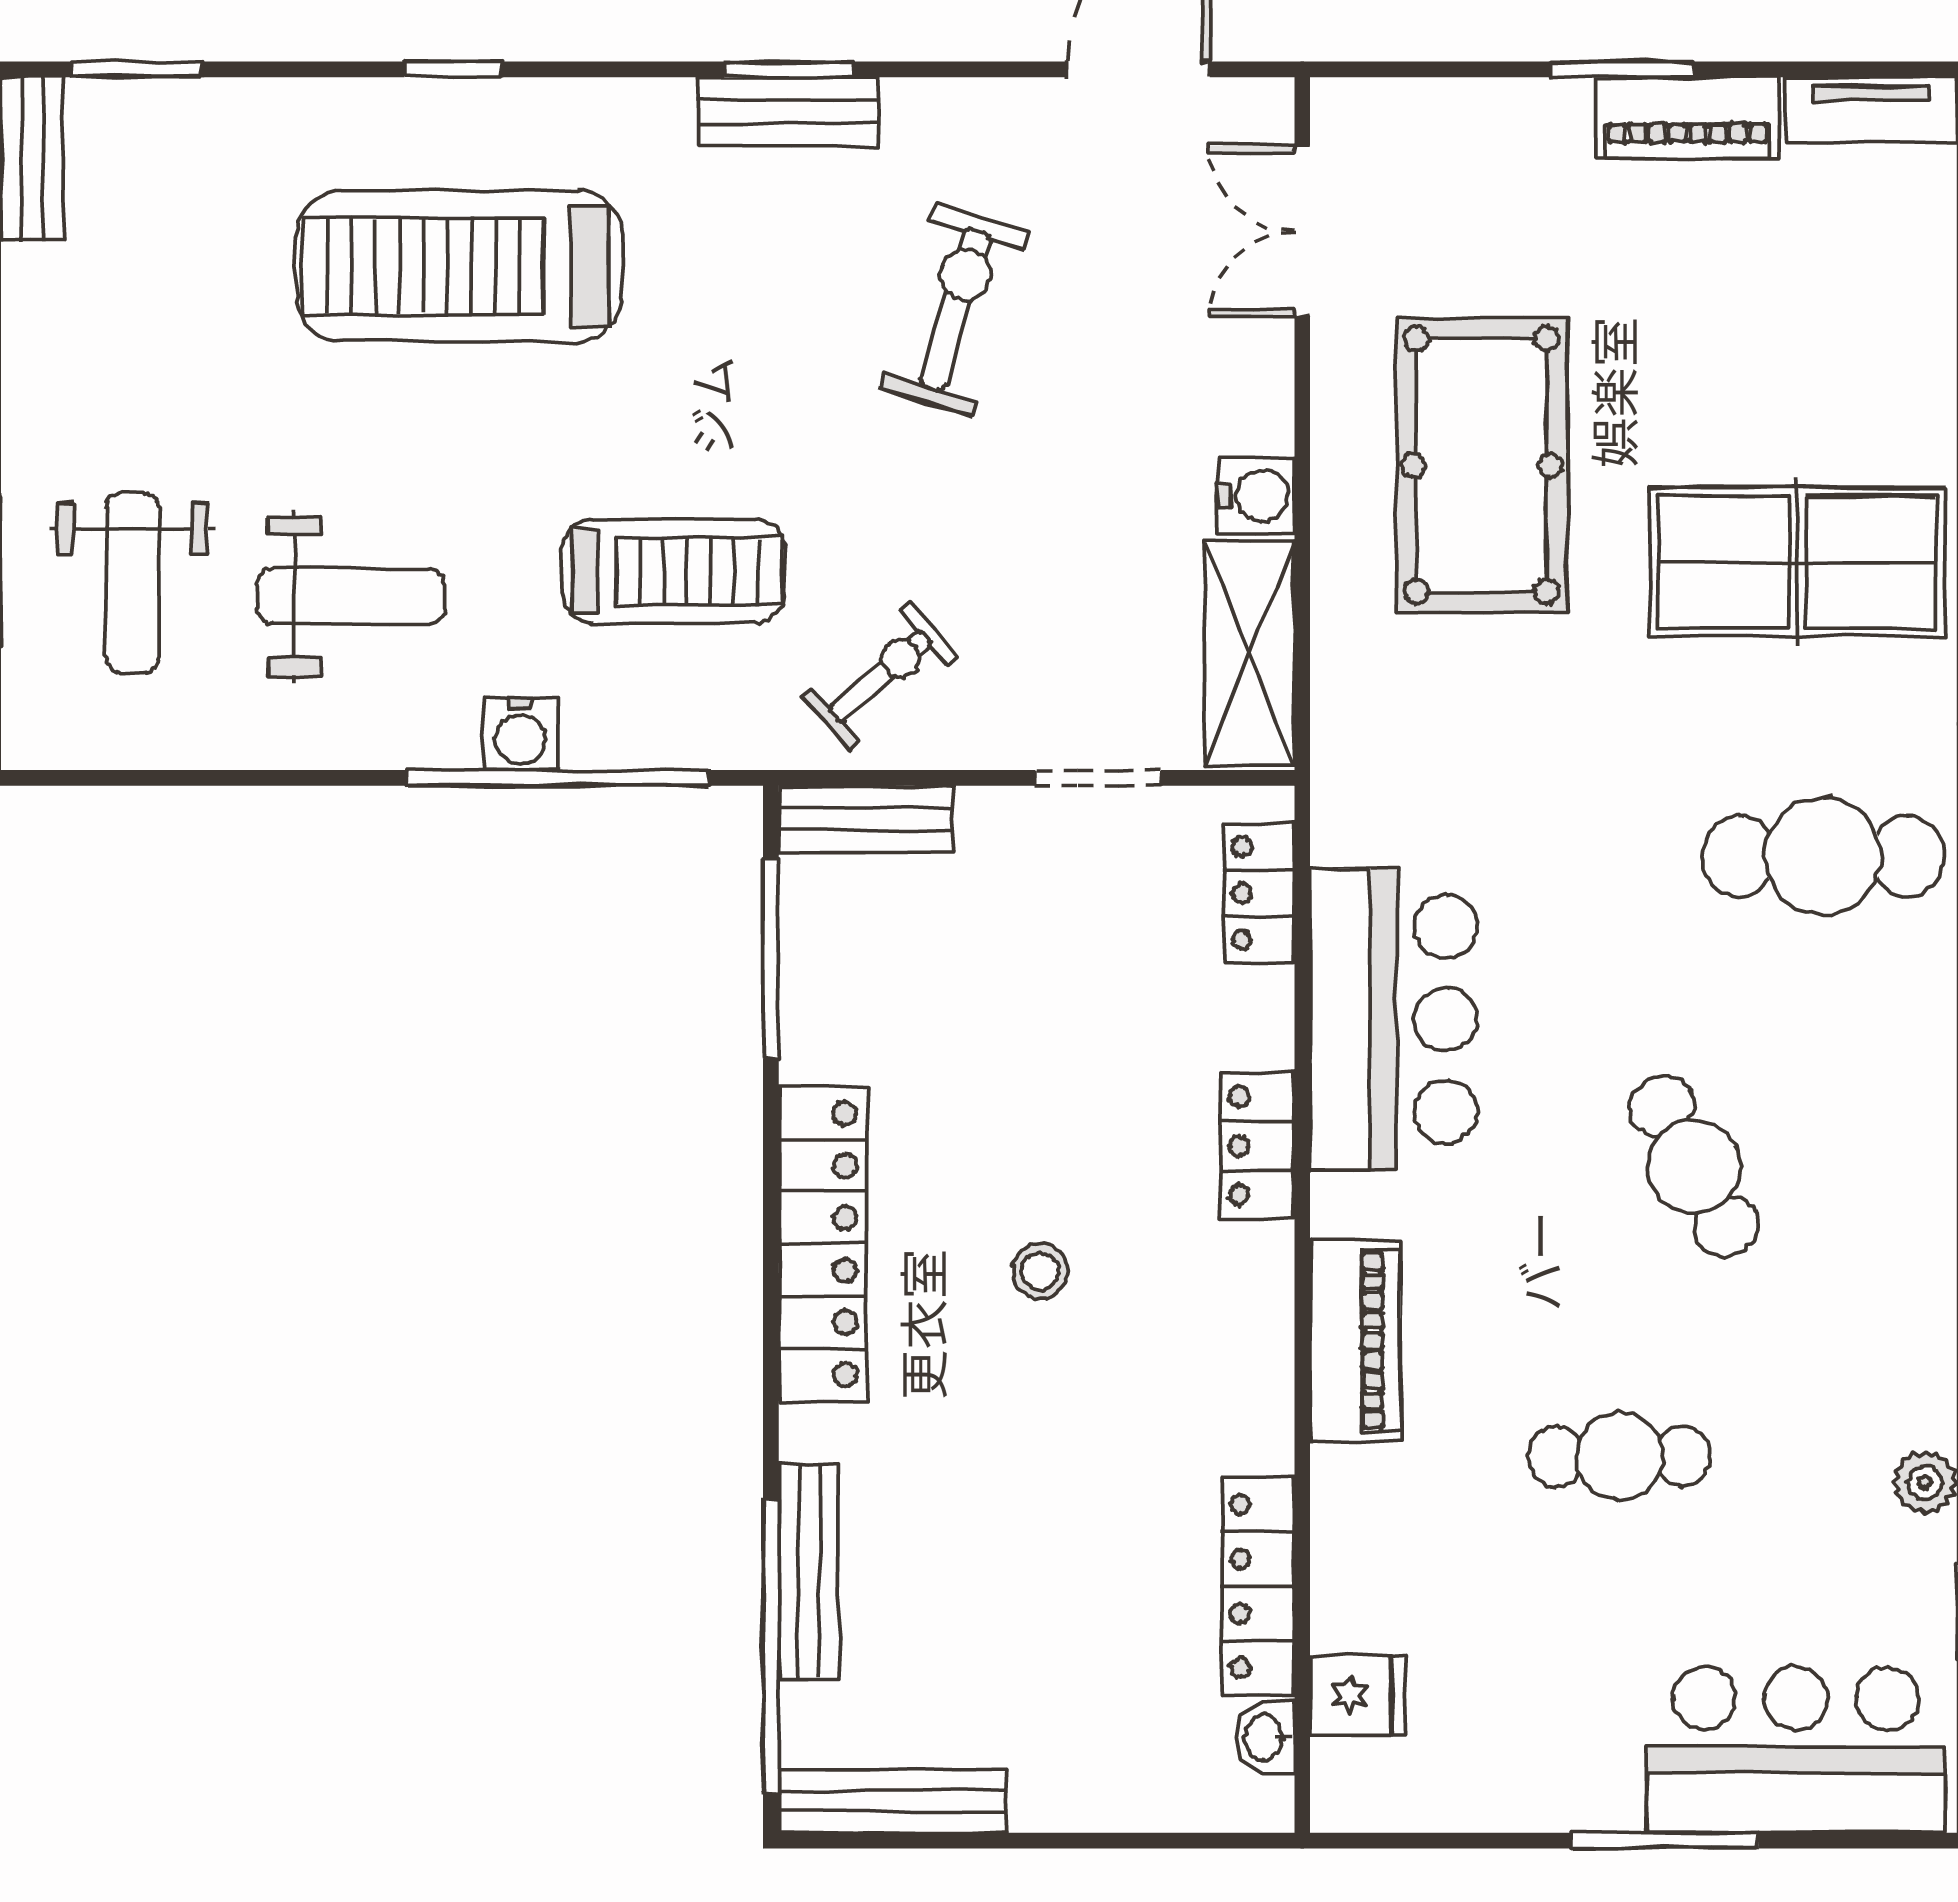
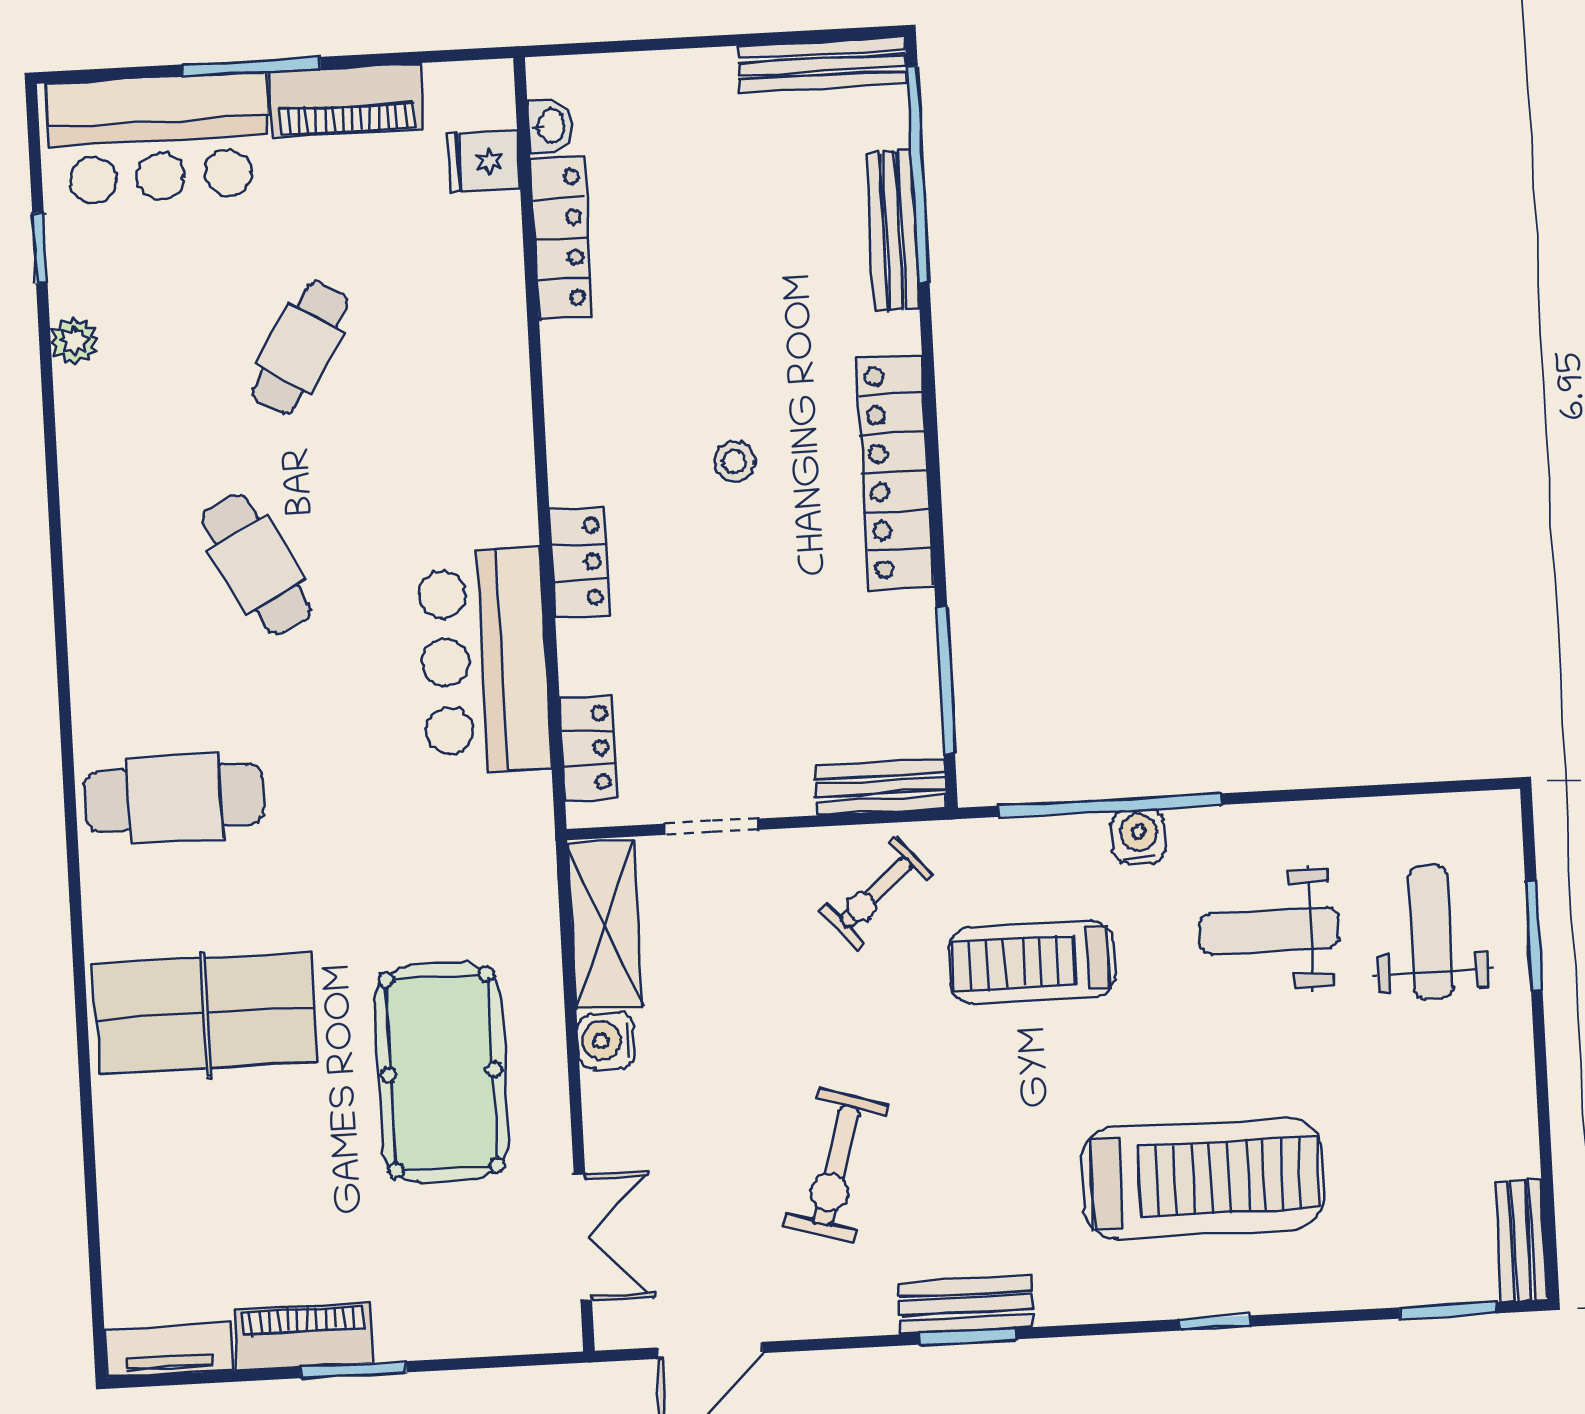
piano: (1355, 1341) -> (346, 100), moved, turned -90
cafe table: (1619, 1456) -> (300, 348), turned -59

